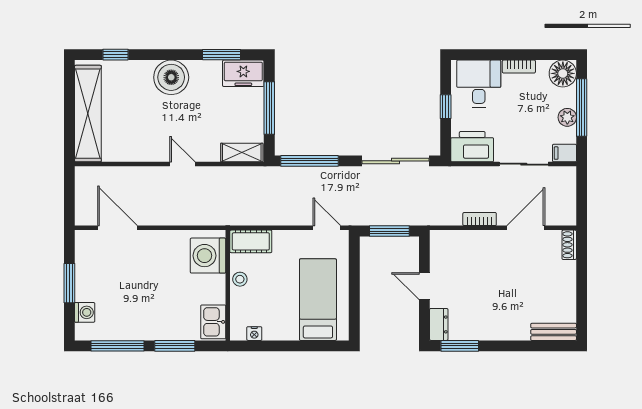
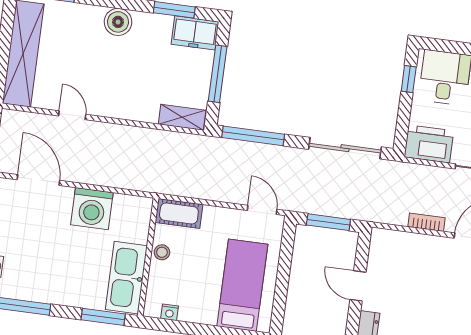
boiler: (171, 77) -> (118, 22), width x0.73, depth x0.73
window: (446, 107) -> (409, 79), moved
door: (182, 164) -> (72, 115), moved
washing machine: (208, 256) -> (92, 209), moved, turned -90
kitchen sink: (213, 322) -> (126, 278), width x1.88, depth x1.24
window: (175, 346) -> (103, 317), moved

